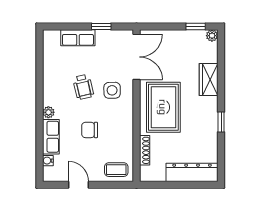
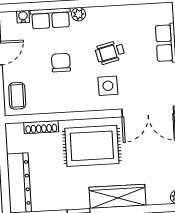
wardrobe: (209, 80) -> (117, 196), width x1.50

